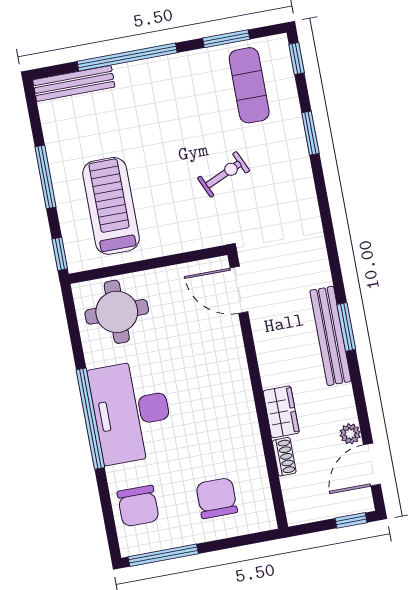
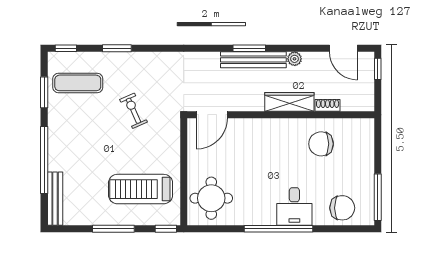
desk: (131, 412) -> (294, 206), width x0.53, depth x0.77
wardrobe: (281, 412) -> (289, 102), width x1.50
plant: (350, 434) -> (295, 59), moved
chair: (217, 498) -> (321, 144), moved

